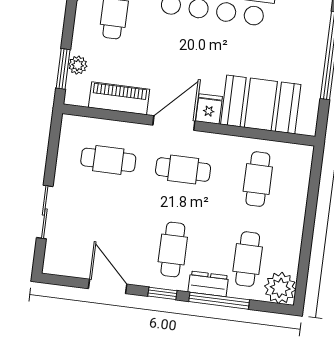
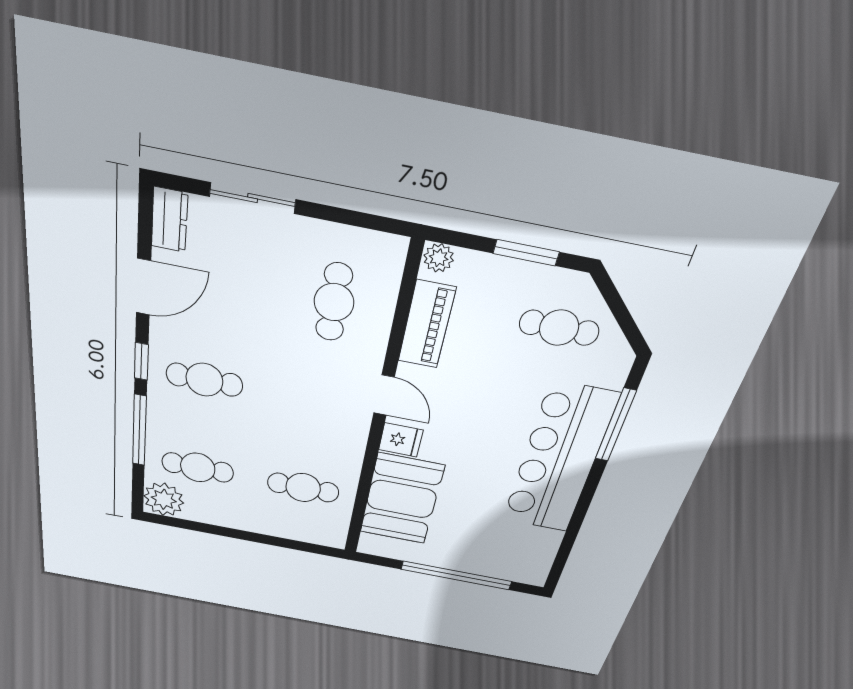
plant: (78, 65) -> (439, 258), moved
window: (63, 69) -> (526, 253), moved
door: (174, 123) -> (384, 395), width x0.73
cafe table: (183, 170) -> (317, 402), removed
dresser: (208, 284) -> (169, 220), moved

